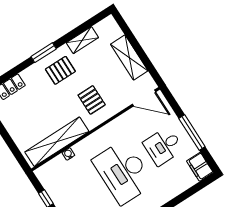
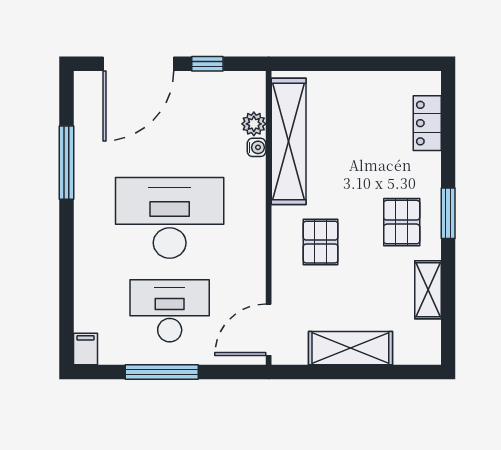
pallet: (92, 100) -> (321, 242), turned 90
desk: (163, 146) -> (170, 311), width x1.37
plant: (59, 162) -> (254, 124), added
filing cabinet: (200, 167) -> (85, 349), width x0.50

